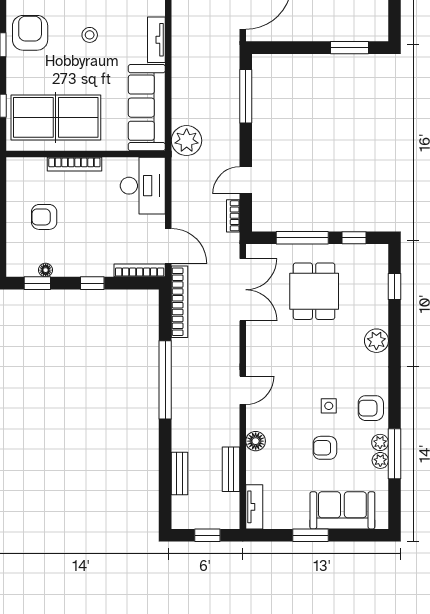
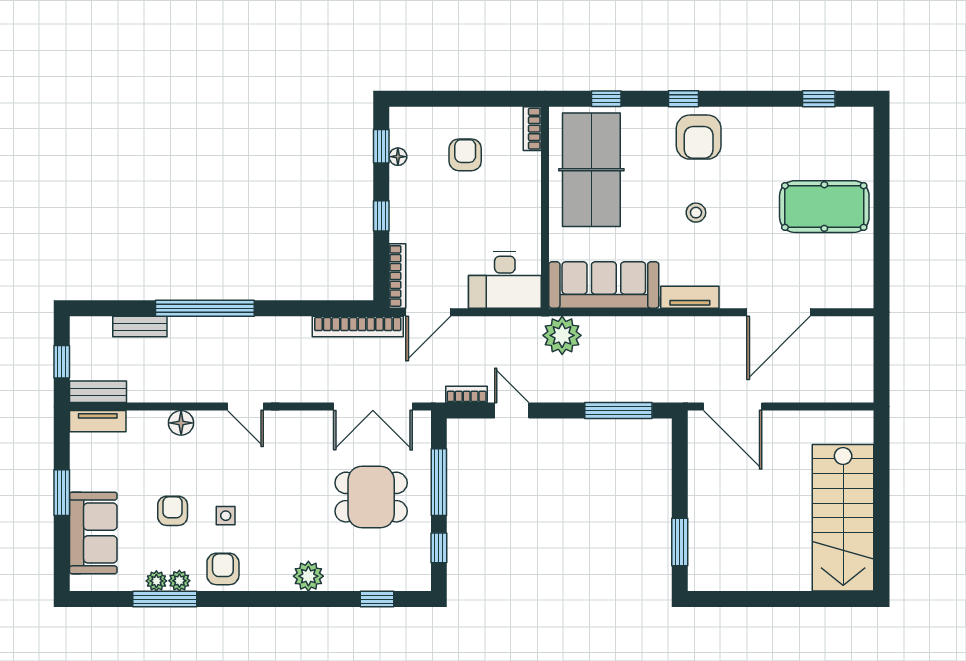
armchair: (30, 33) -> (699, 137), turned 90
bookcase: (74, 164) -> (532, 129), moved, width x0.64
window: (165, 380) -> (205, 308), moved
bench: (231, 469) -> (98, 392), moved

